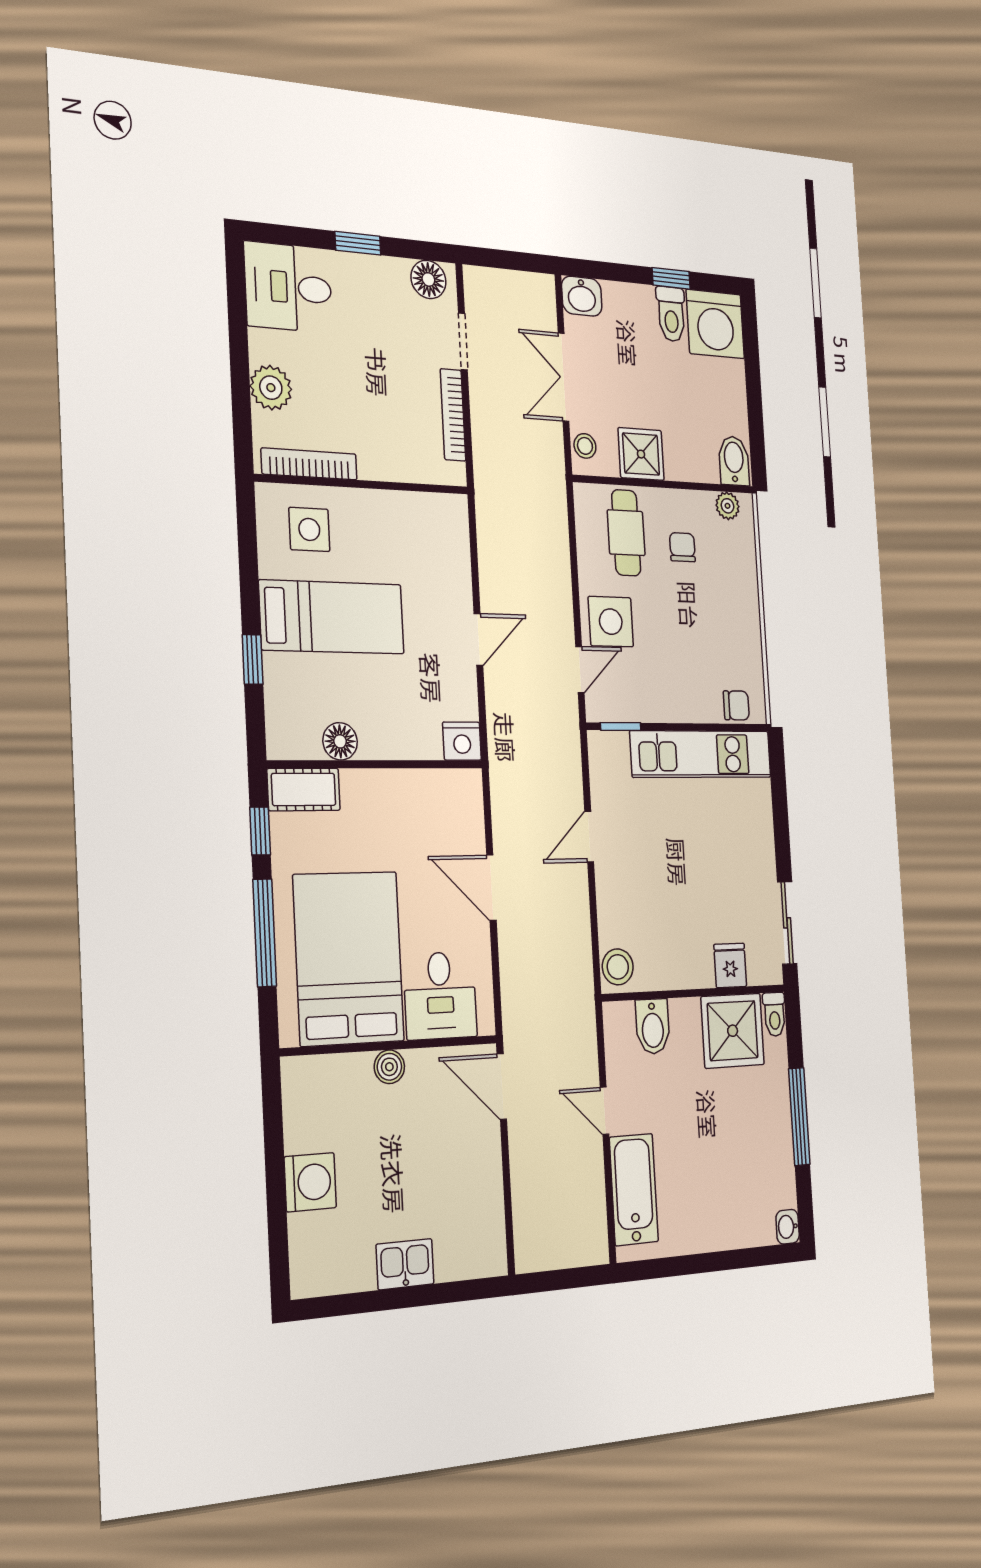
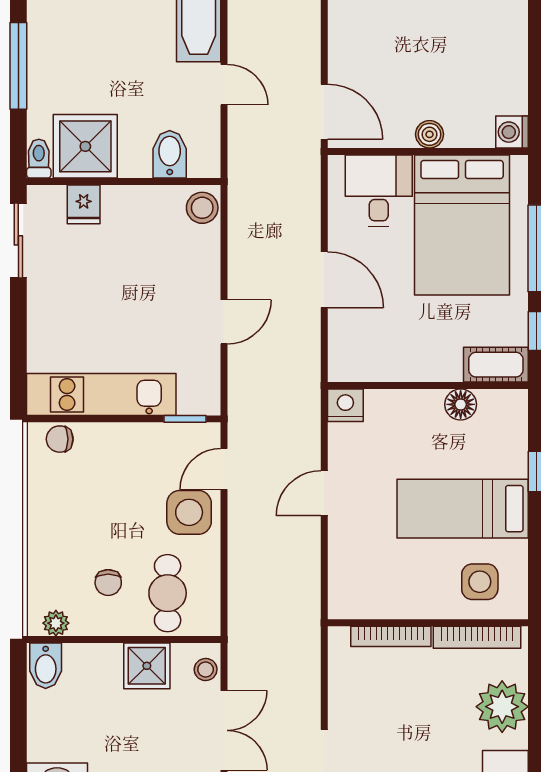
plant: (271, 388) -> (502, 707), width x1.36, depth x1.36
bookcase: (453, 415) -> (391, 636), moved, turned 90
washing machine: (310, 1182) -> (512, 132), moved, width x0.73, depth x0.73

